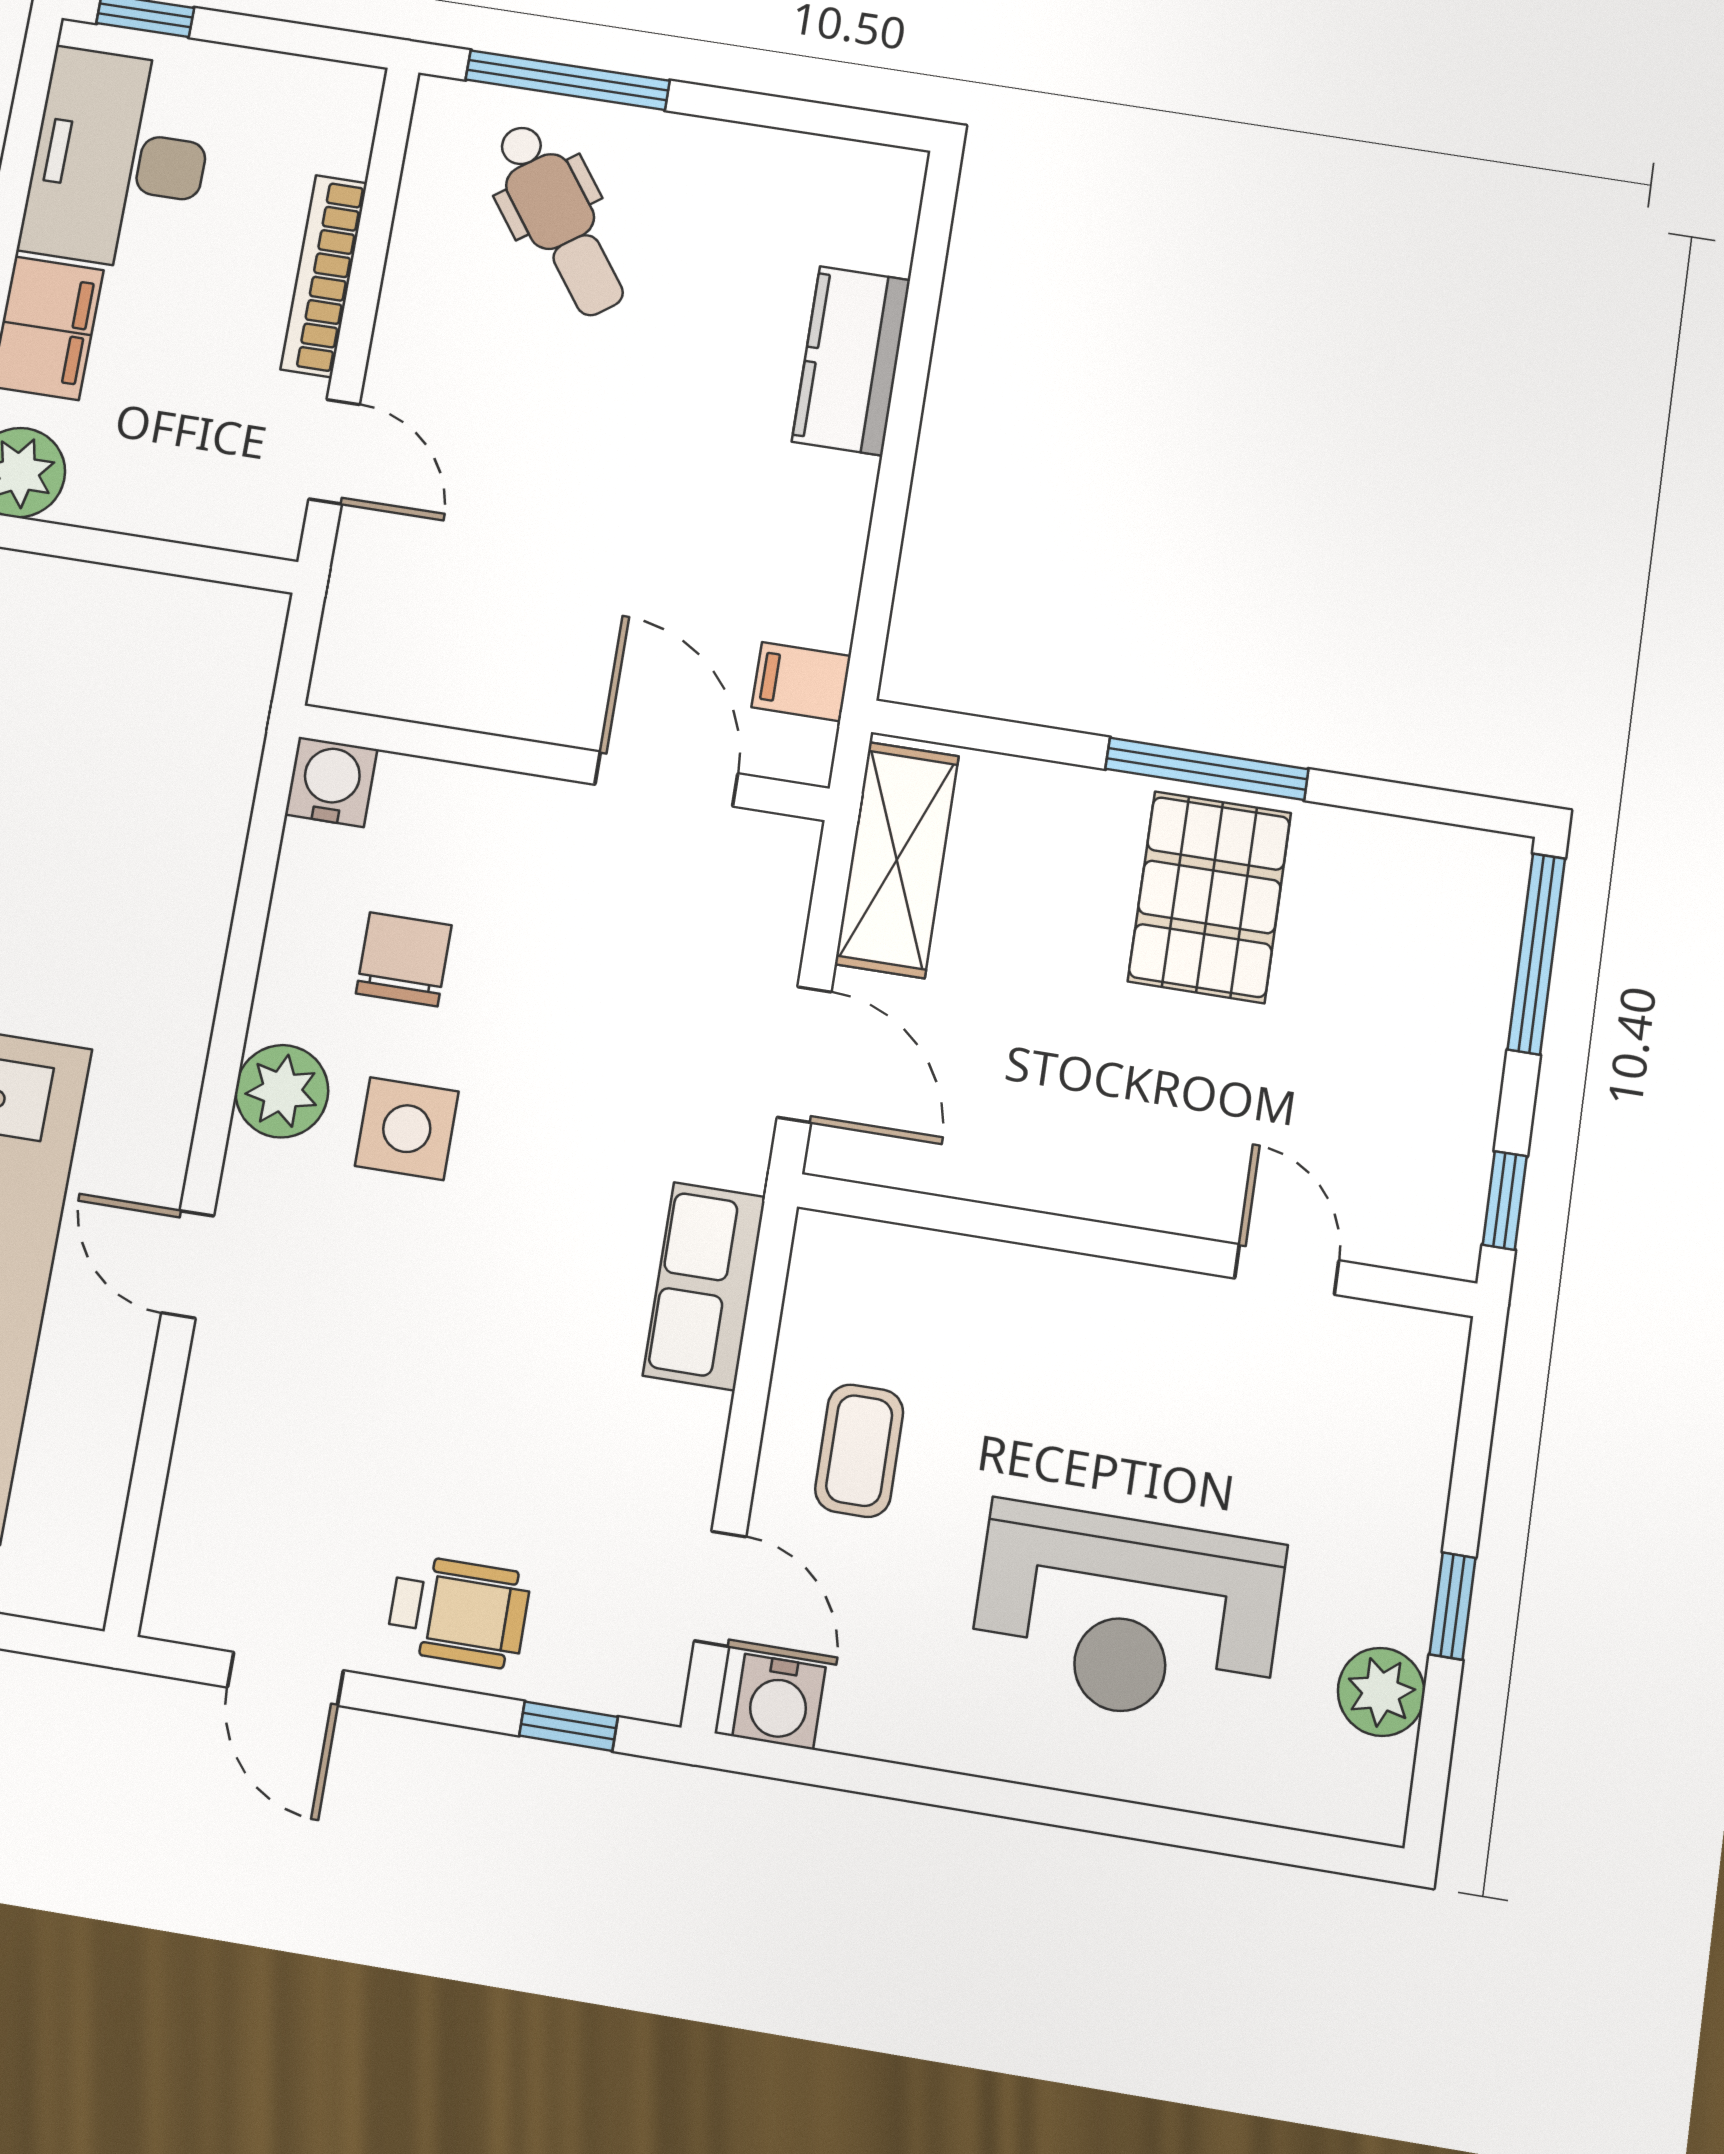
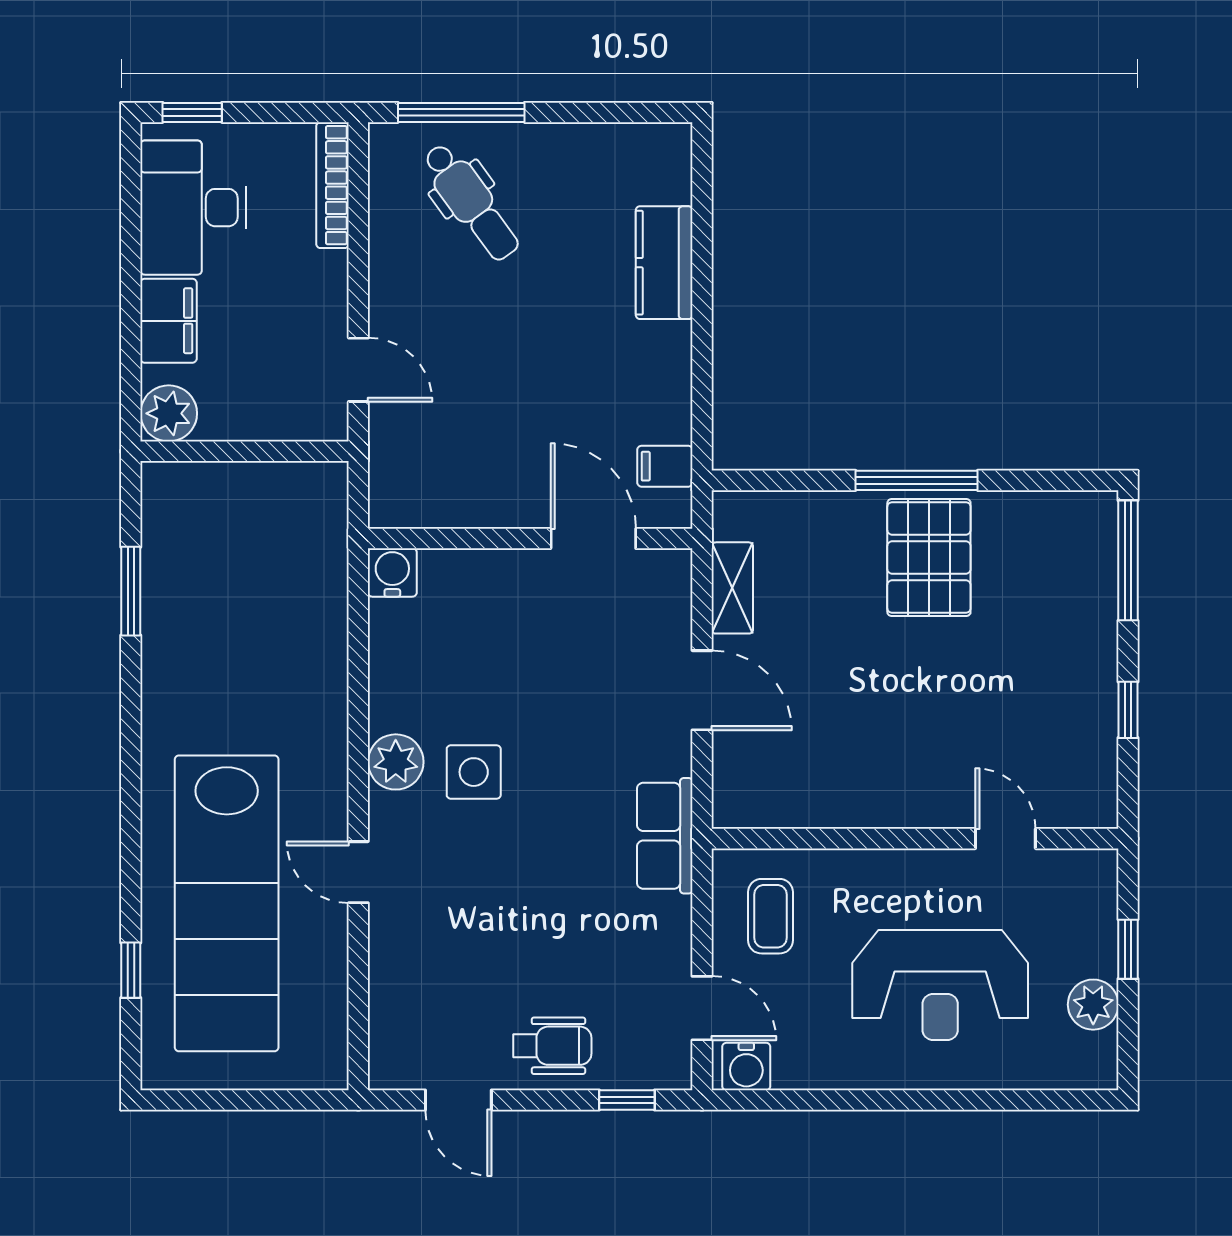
bookcase: (324, 276) -> (332, 185), moved
shelving: (897, 860) -> (732, 588), width x0.67, depth x0.75
chair: (404, 959) -> (454, 672), removed
wall: (1136, 1245) -> (915, 839), moved
door: (1287, 1269) -> (1005, 839), moved

